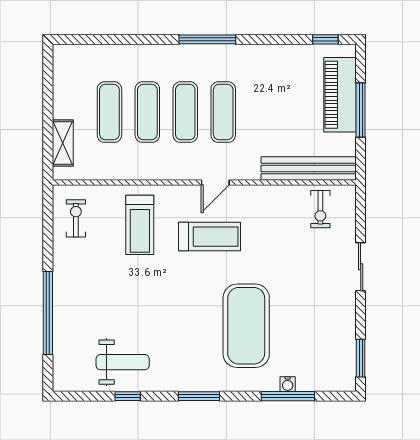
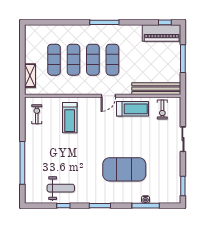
piano: (340, 95) -> (162, 33), moved, turned -90
treadmill: (209, 237) -> (133, 109), moved
exercise mat: (246, 326) -> (124, 169), turned 90

